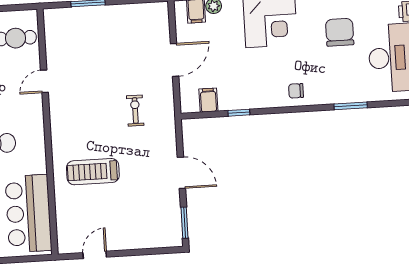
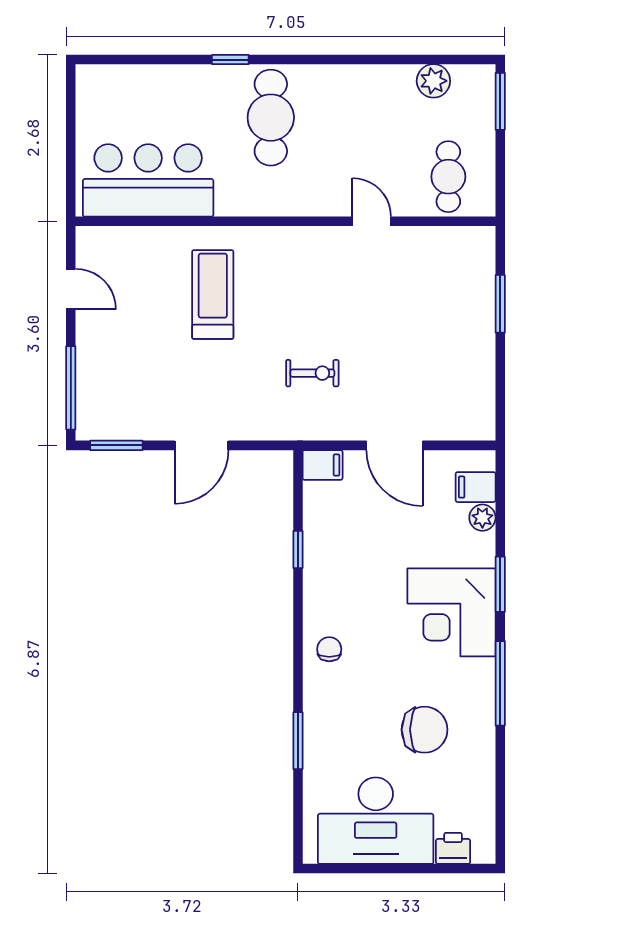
filing cabinet: (208, 100) -> (323, 465), moved
window: (152, 251) -> (71, 388), added

